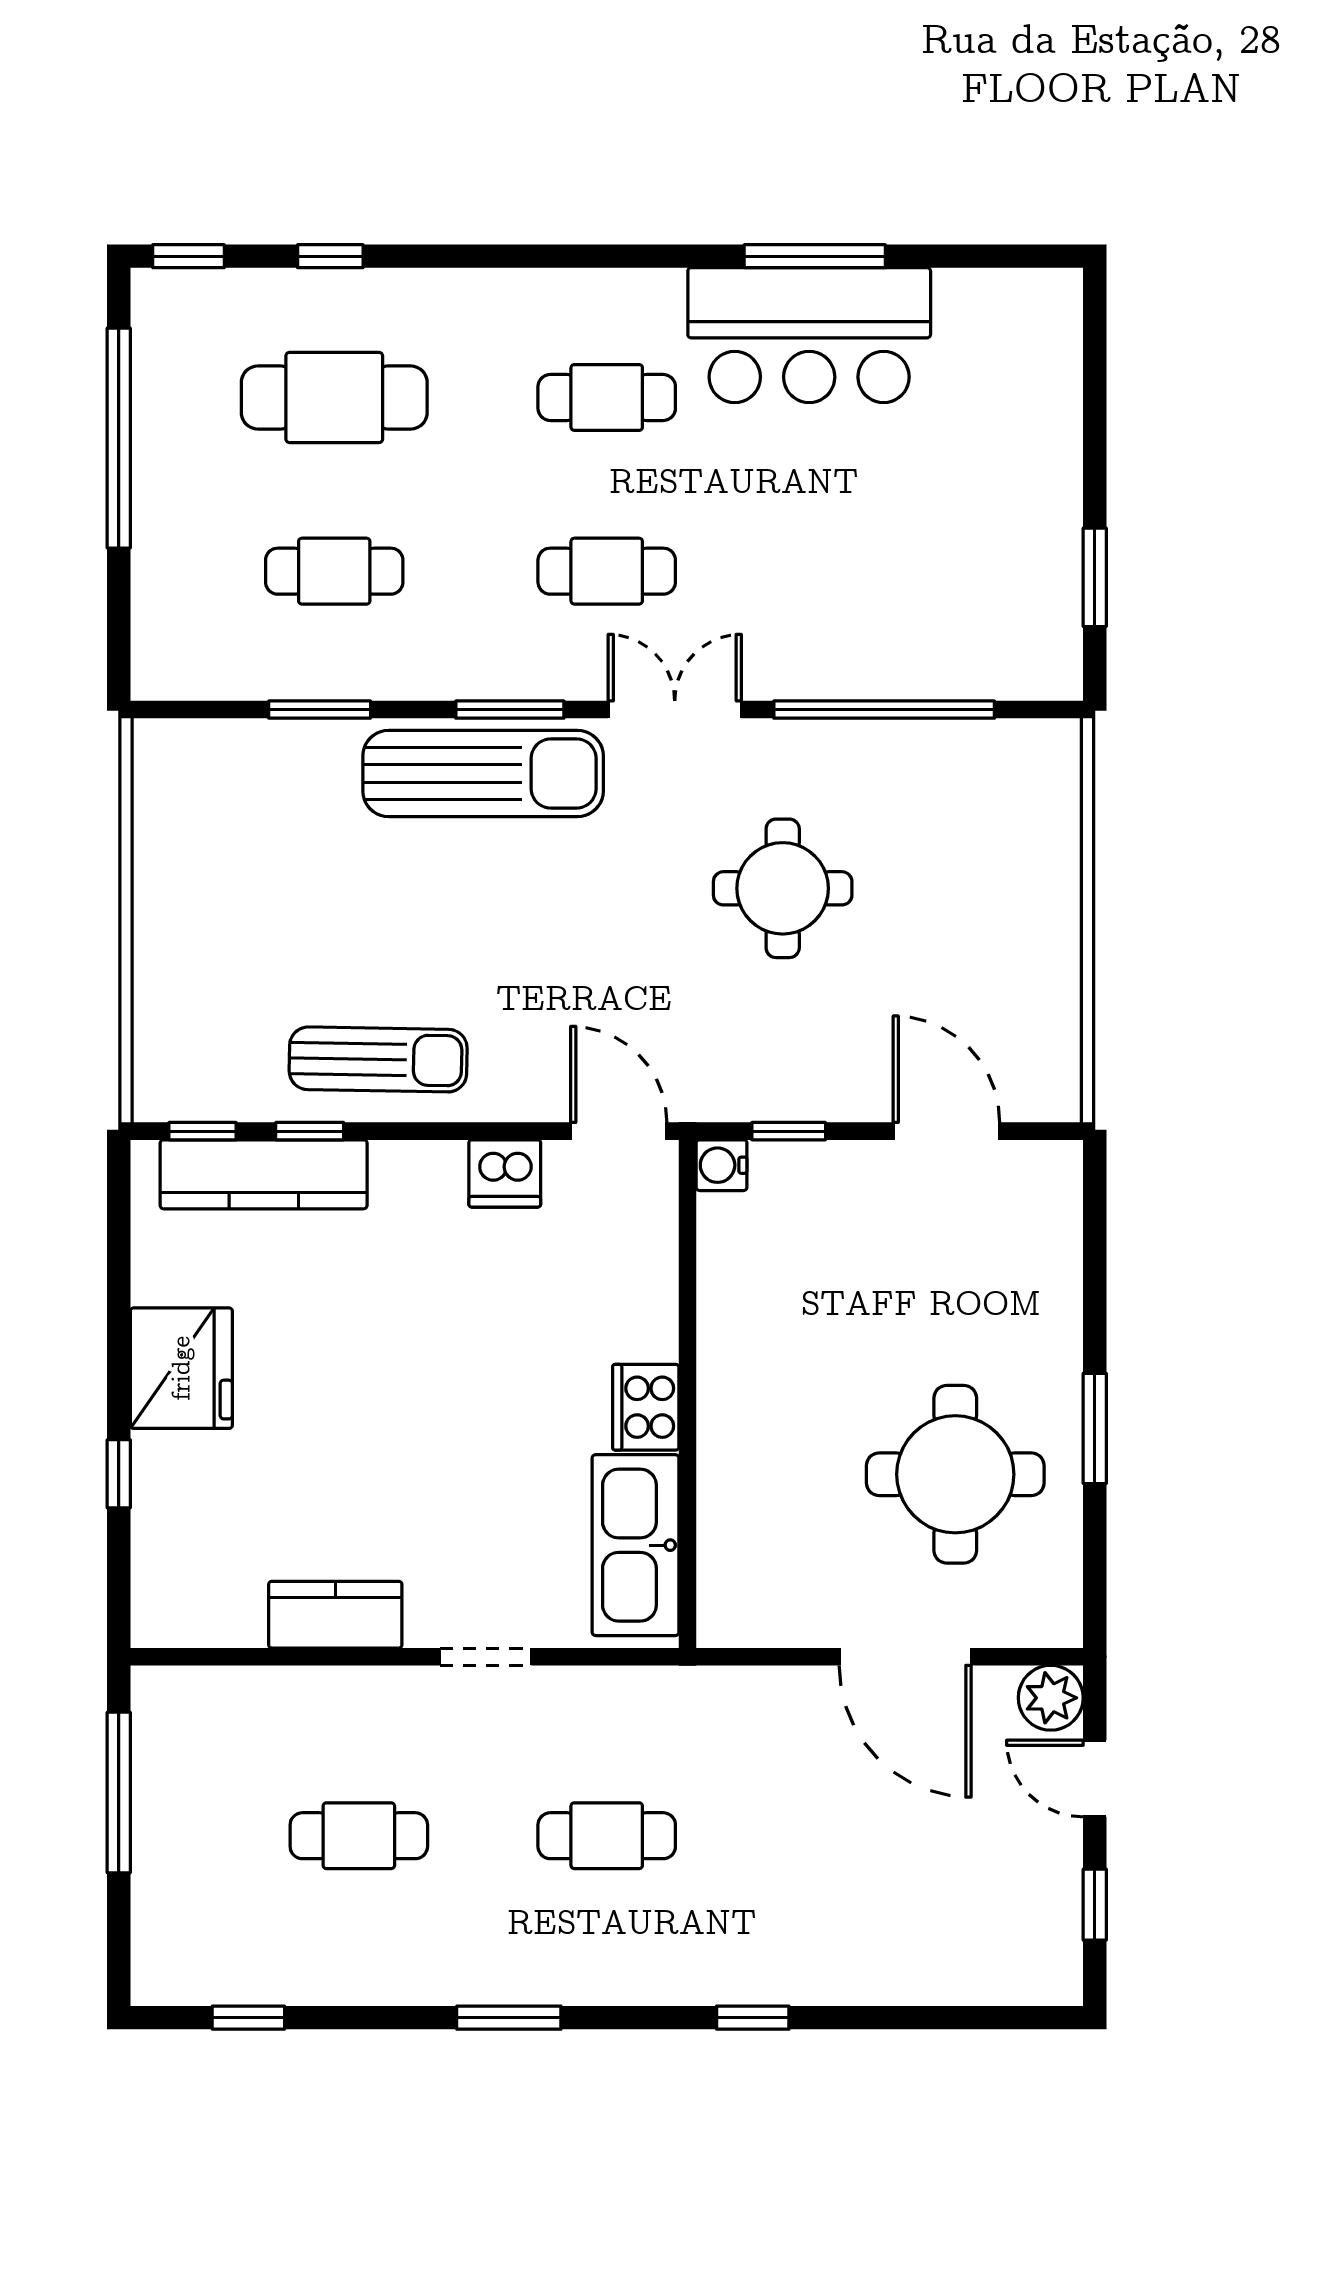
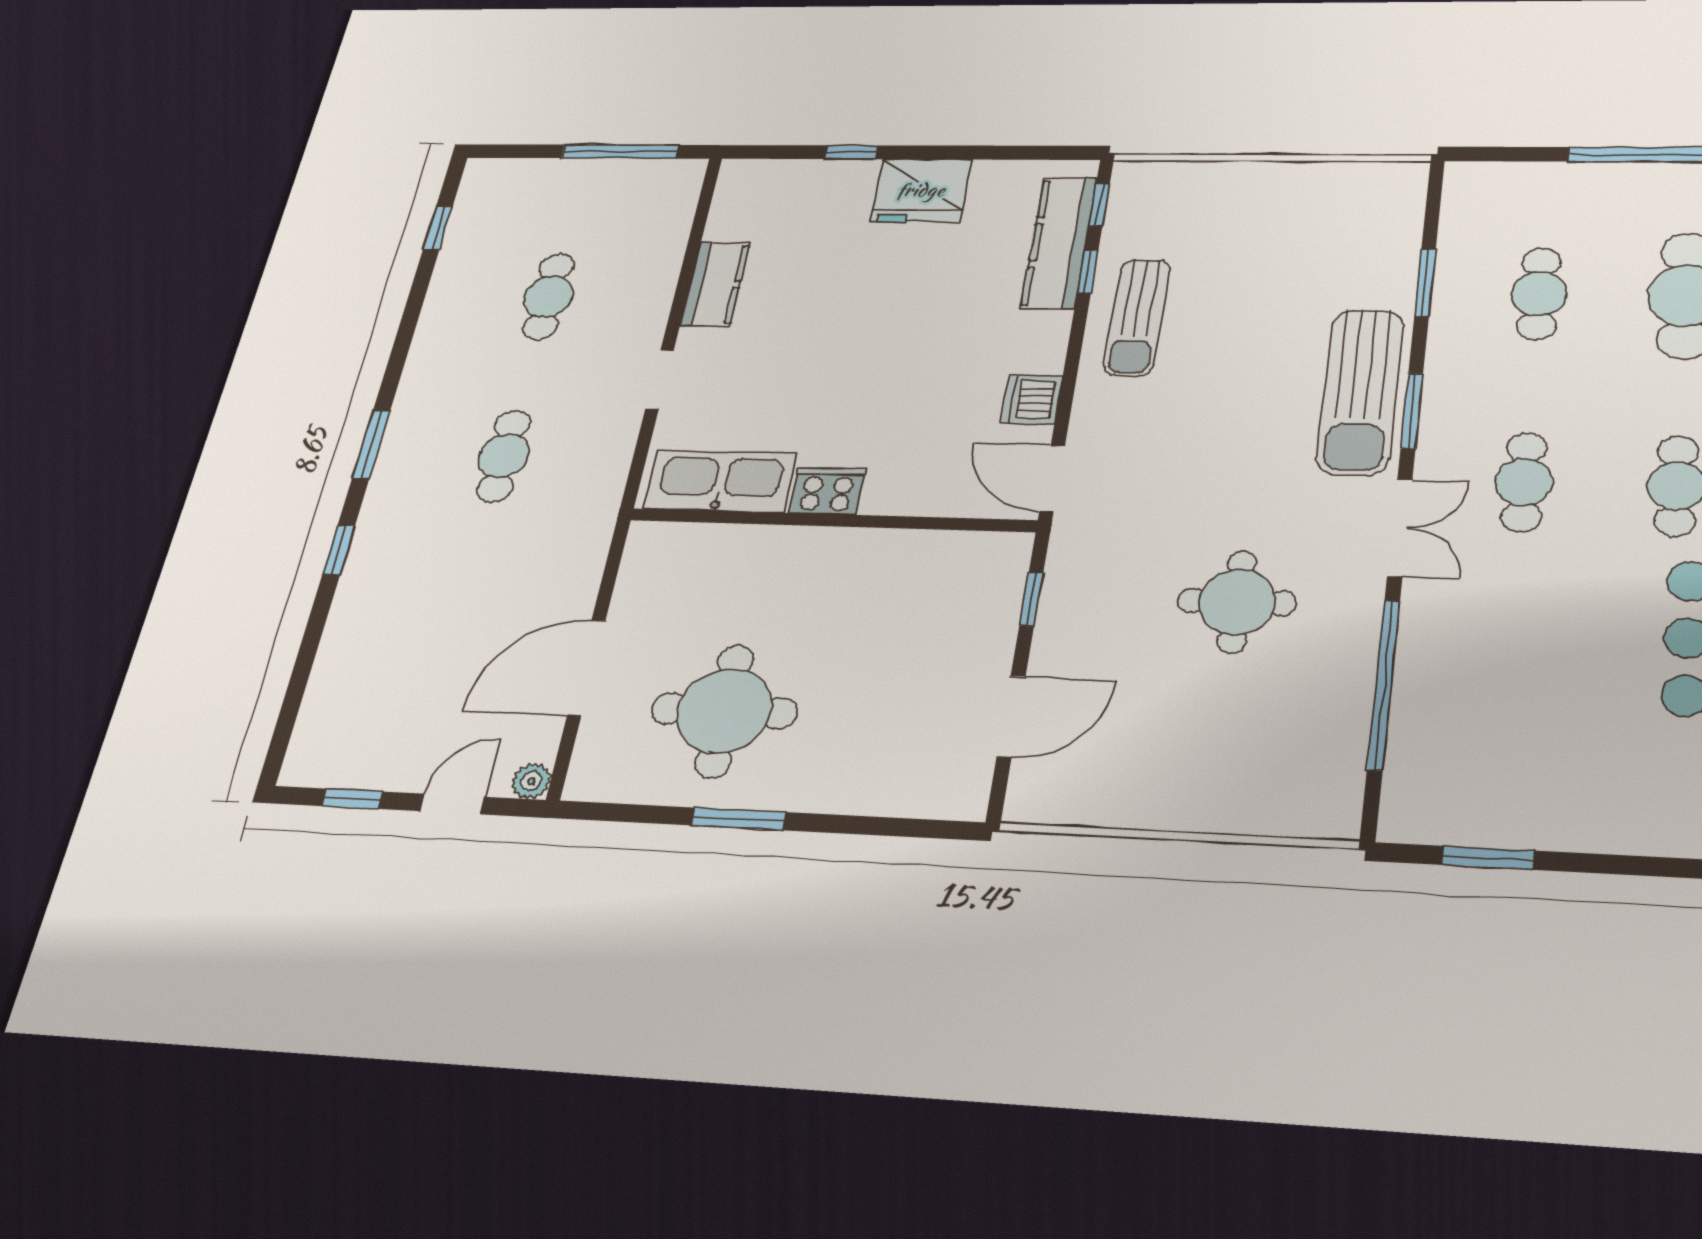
door: (619, 1131) -> (1052, 478), swing flipped
water cooler: (722, 1165) -> (1012, 550), removed
plant: (1051, 1698) -> (531, 781), width x0.73, depth x0.73
window: (509, 2018) -> (371, 444), moved

